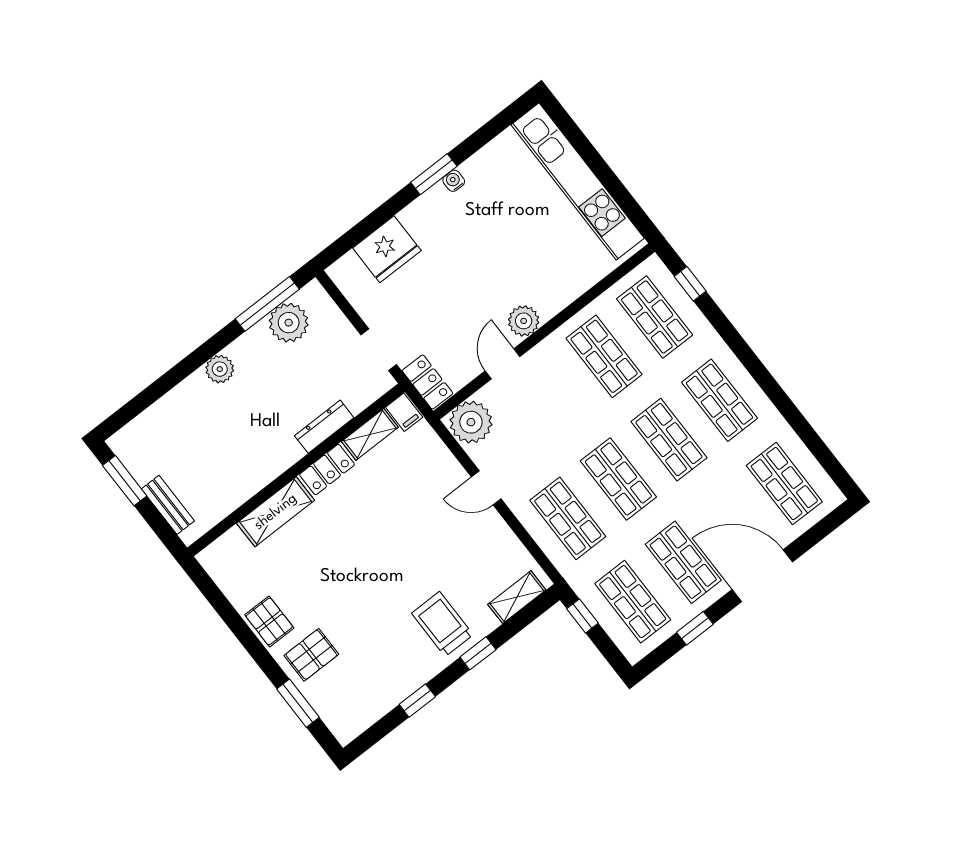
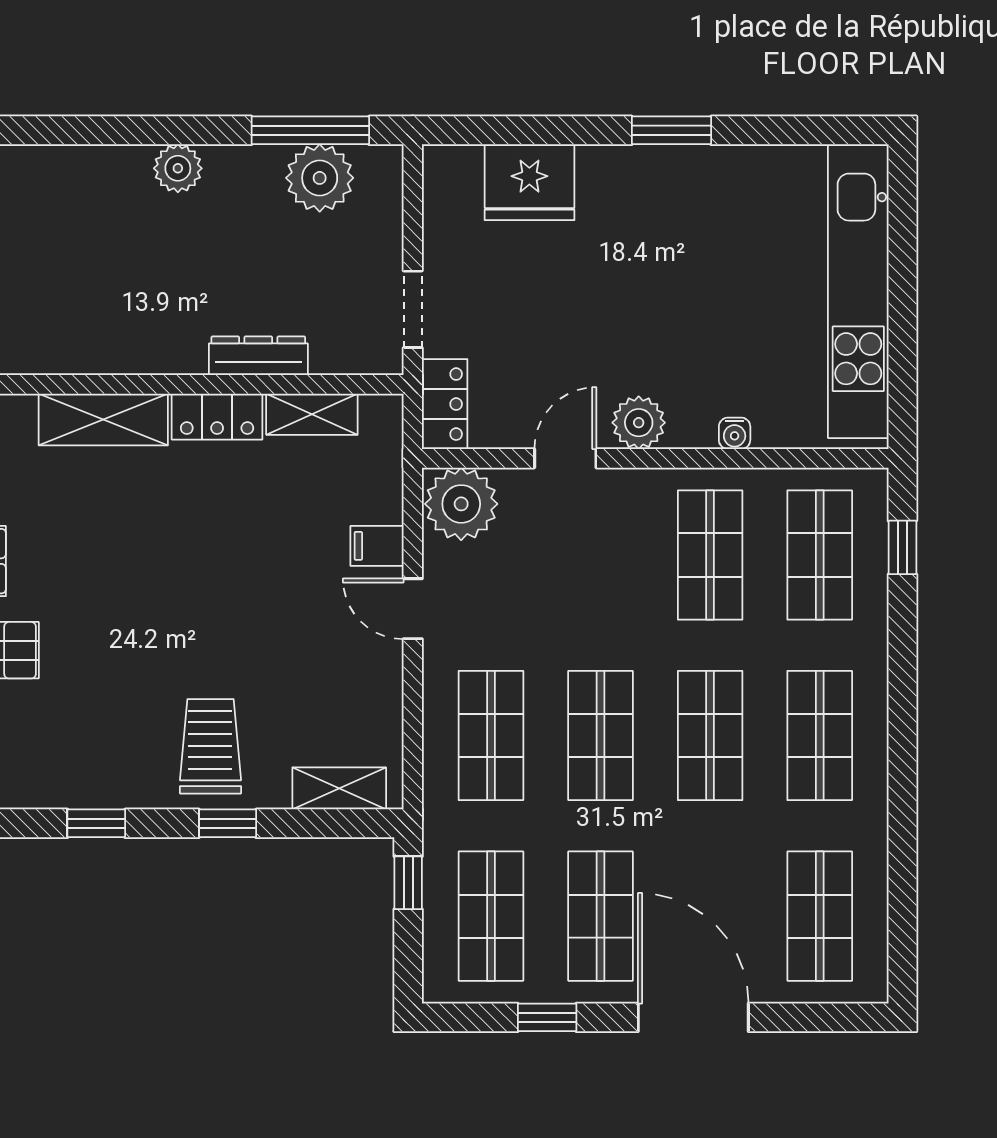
water cooler: (454, 181) -> (735, 433), moved, turned 180
filing cabinet: (404, 412) -> (377, 546), moved, turned 90

